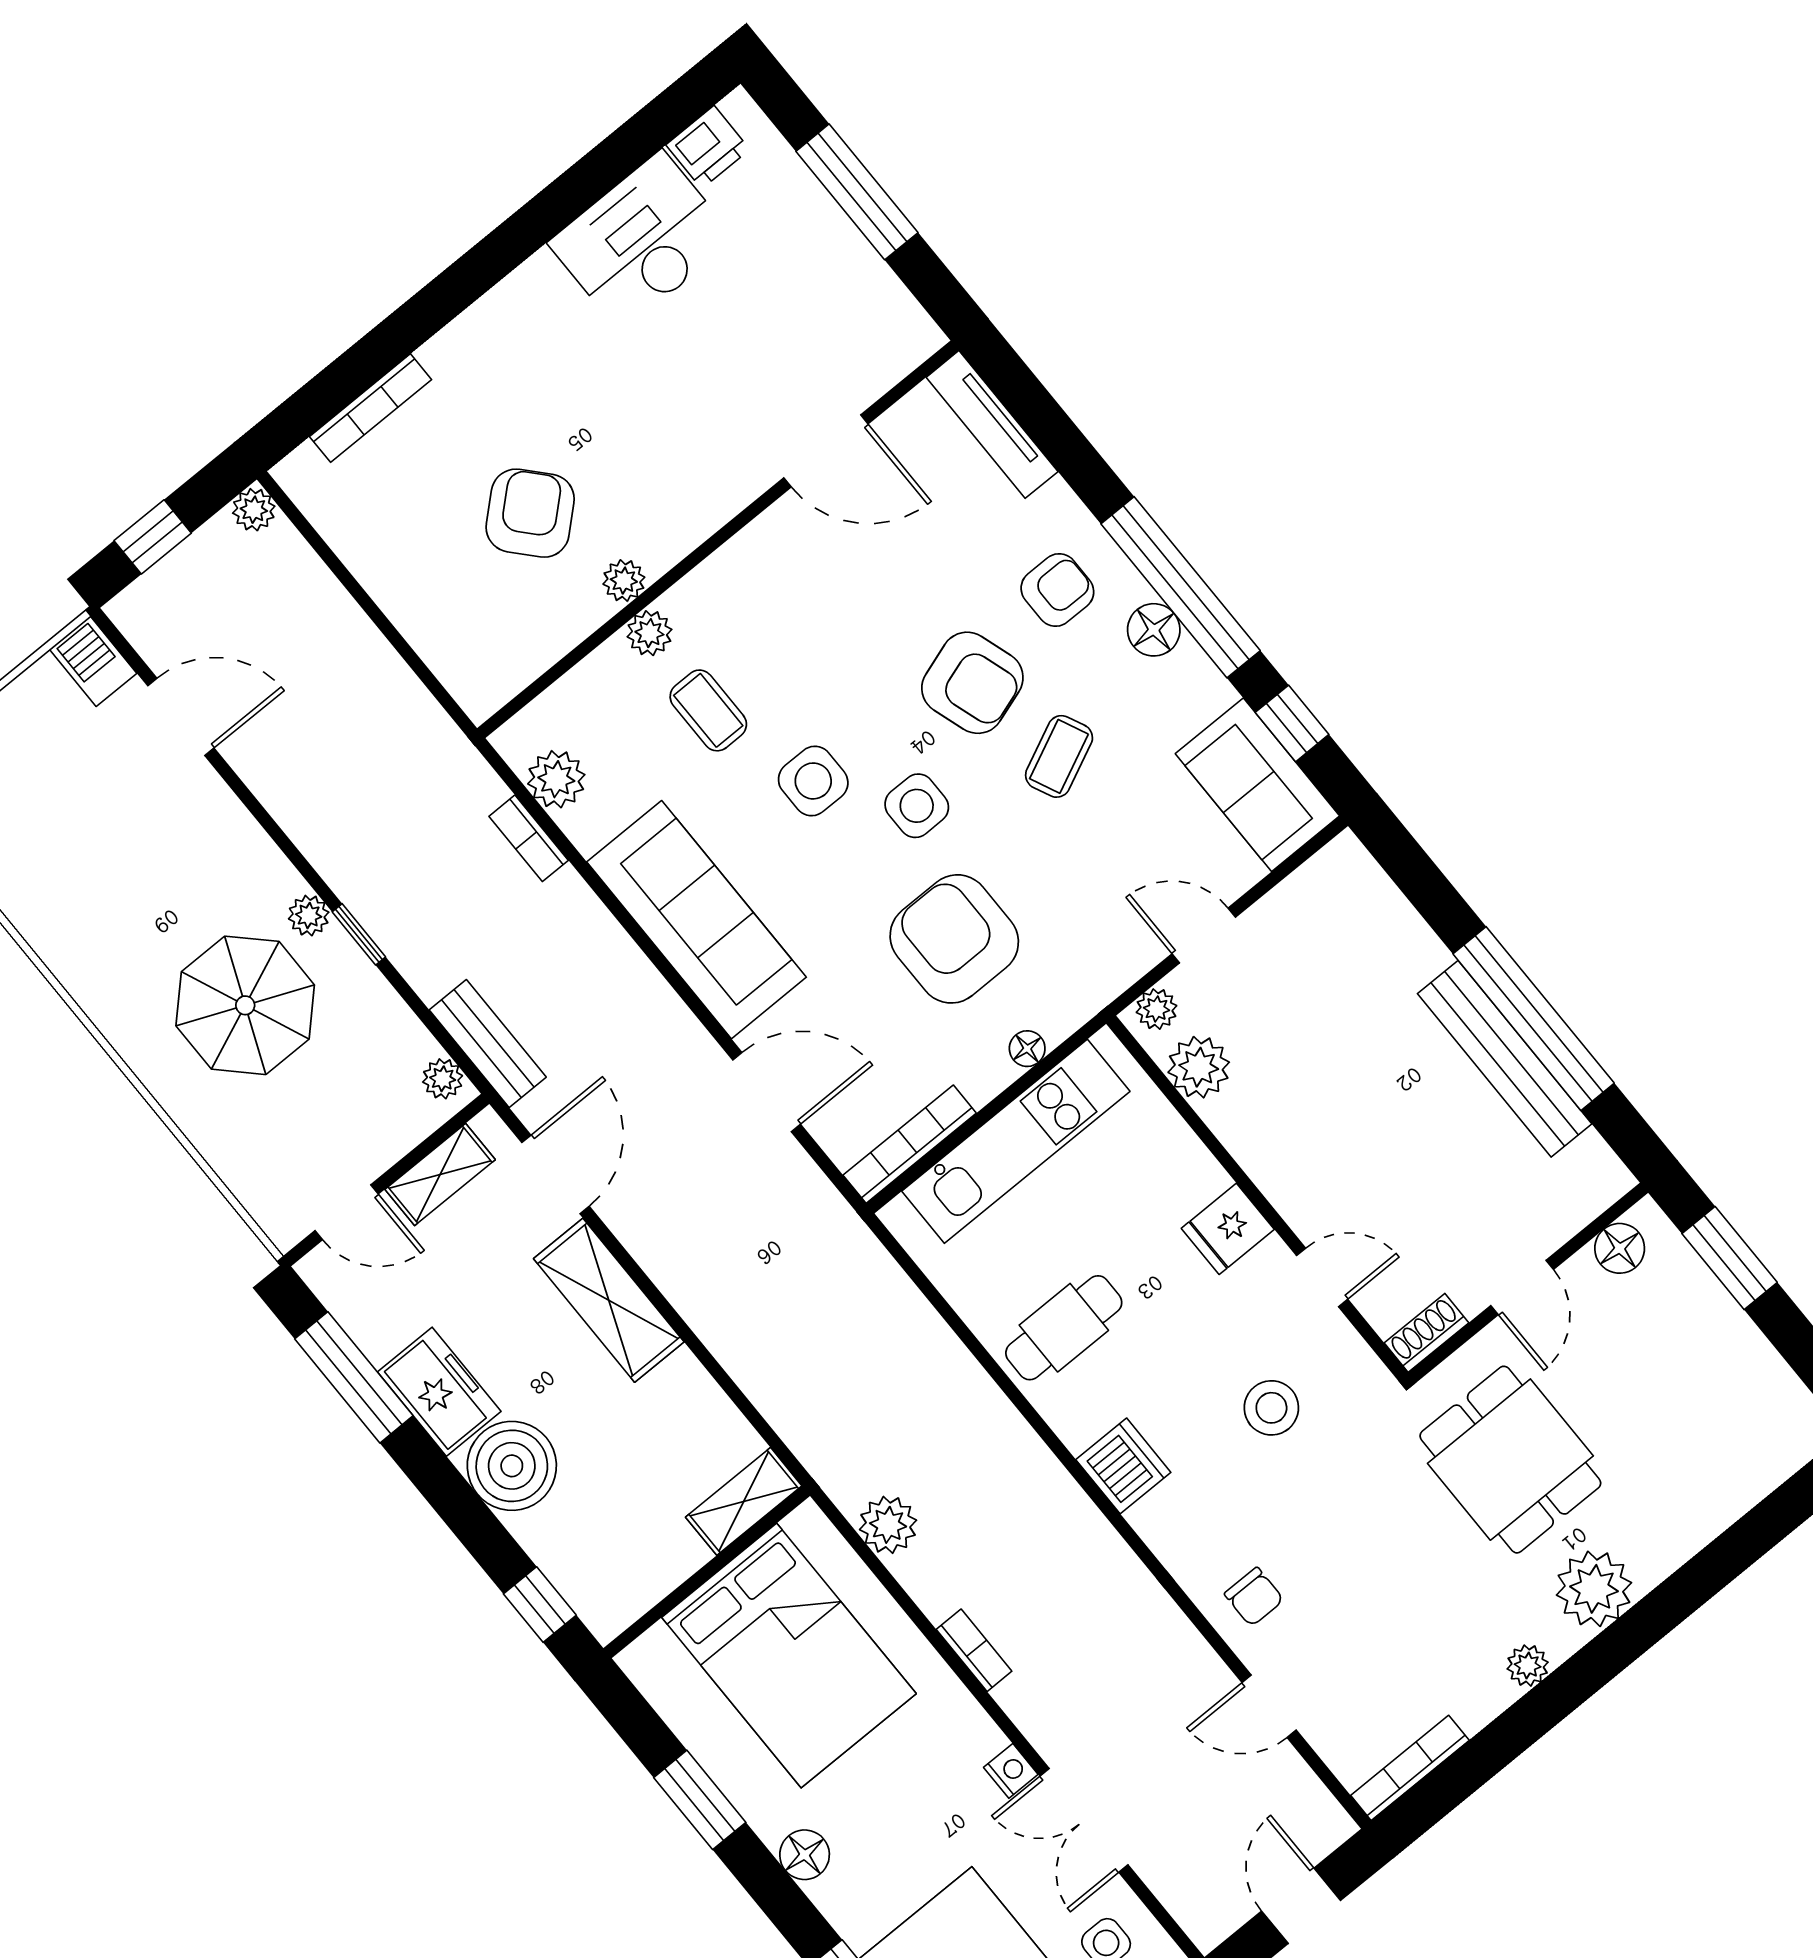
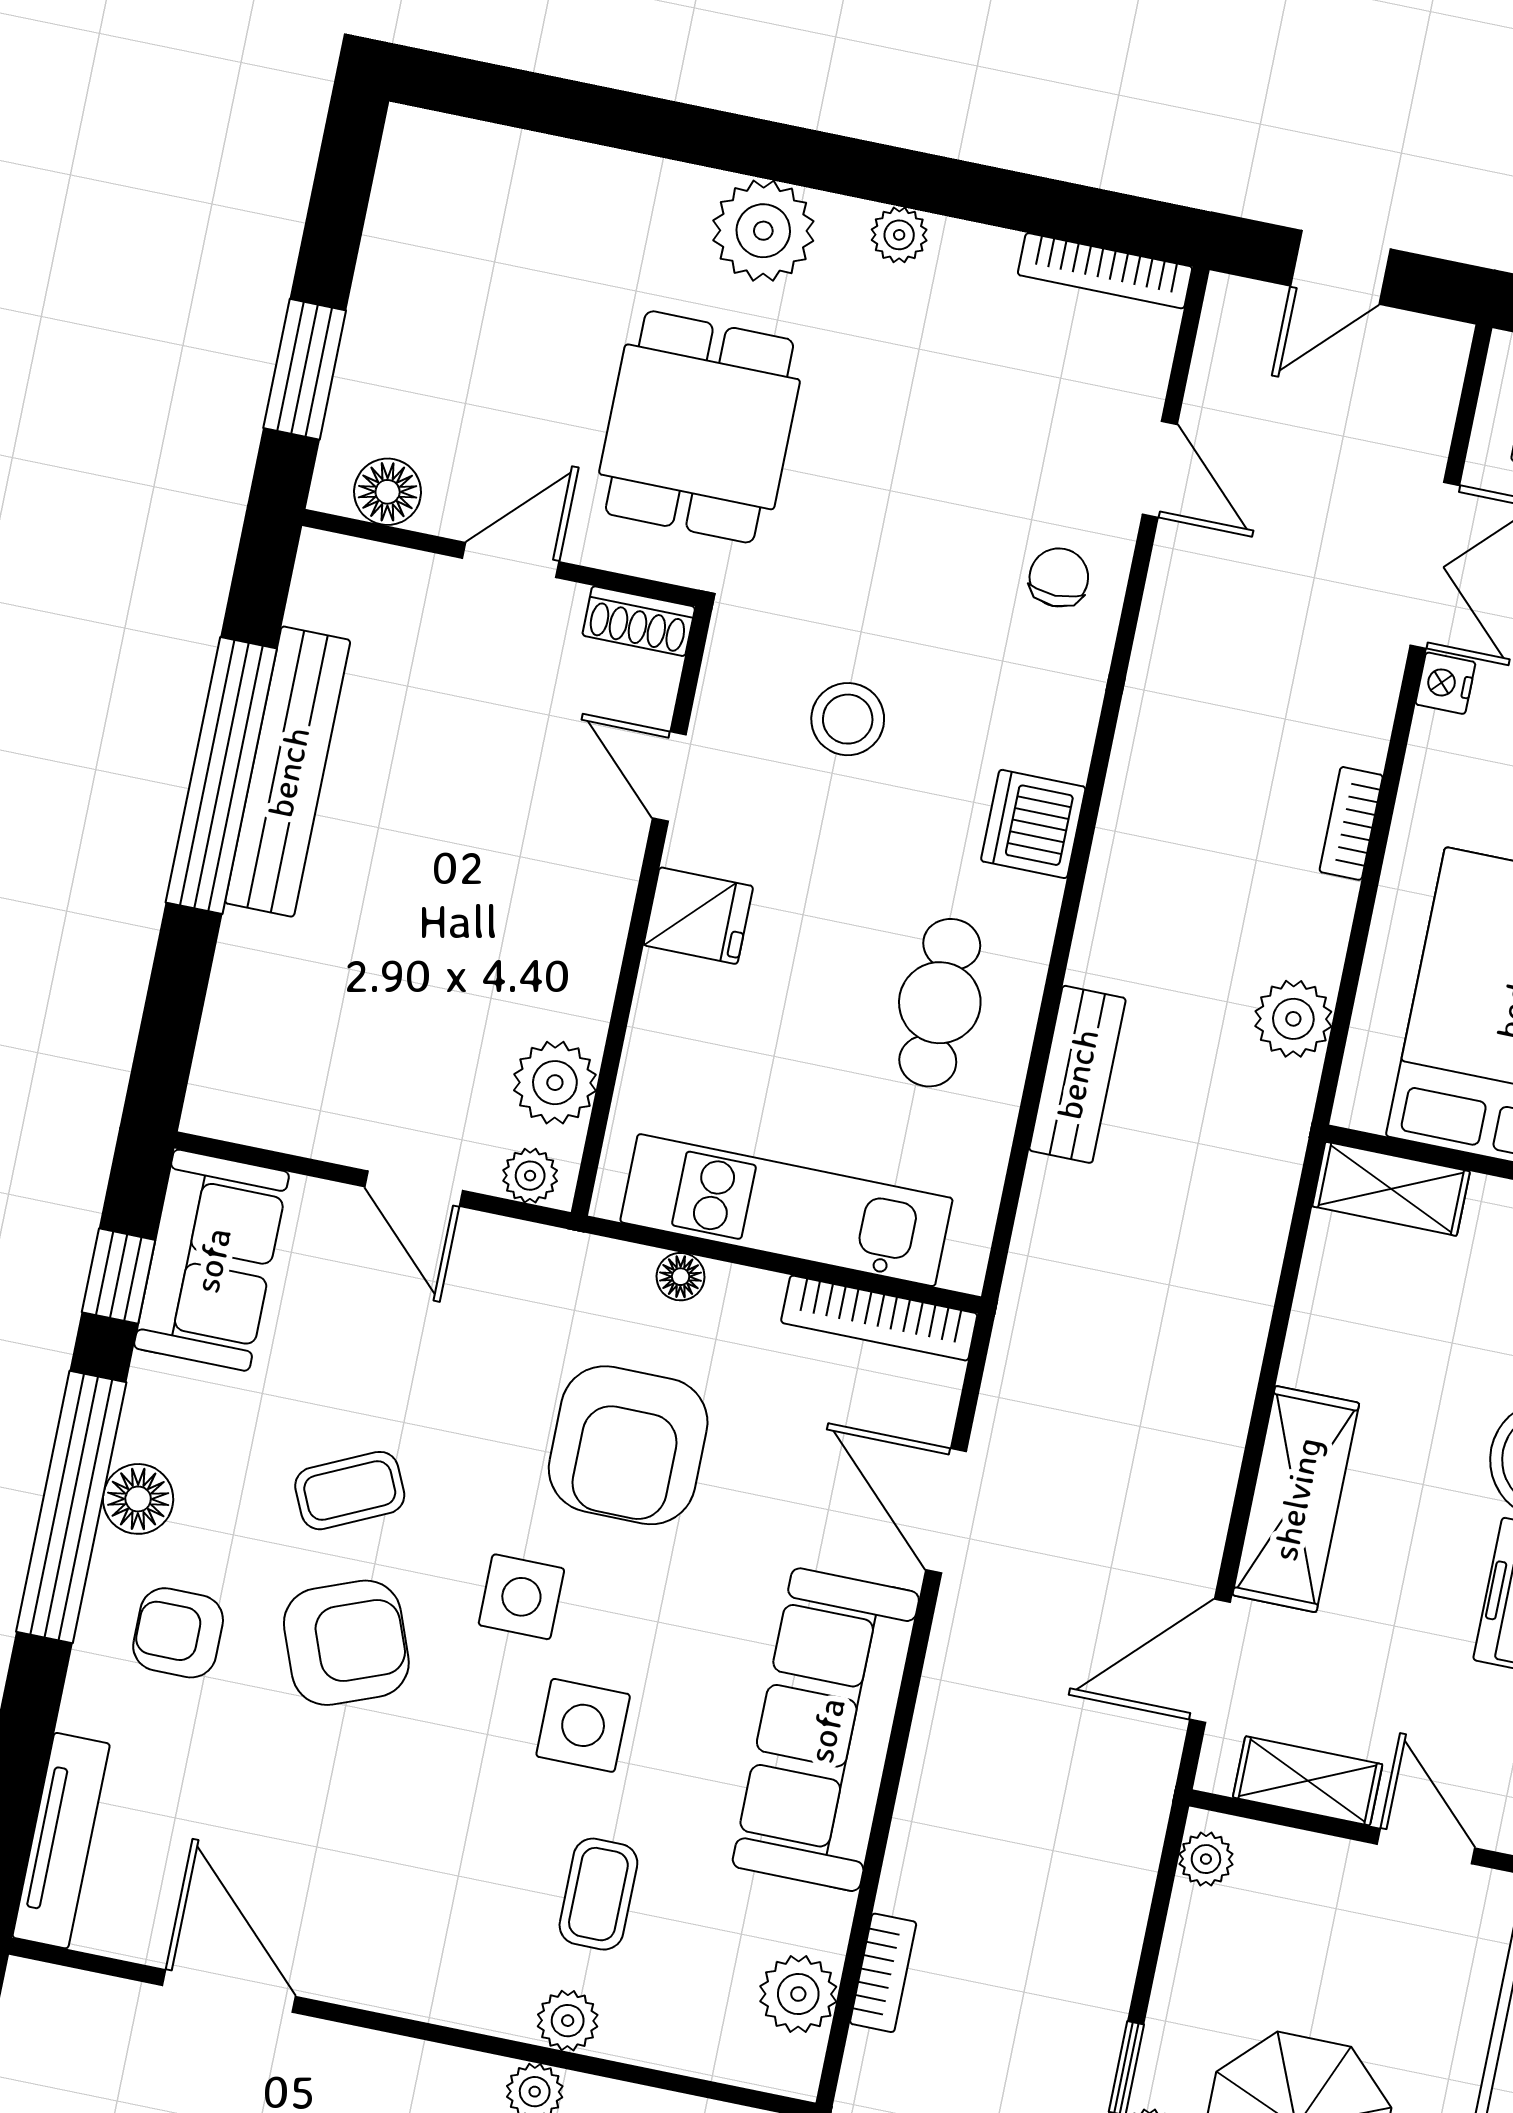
armchair: (972, 683) -> (346, 1643), turned 87
bench: (488, 1044) -> (1077, 1074), moved
cafe table: (1064, 1328) -> (940, 1003), turned 90

